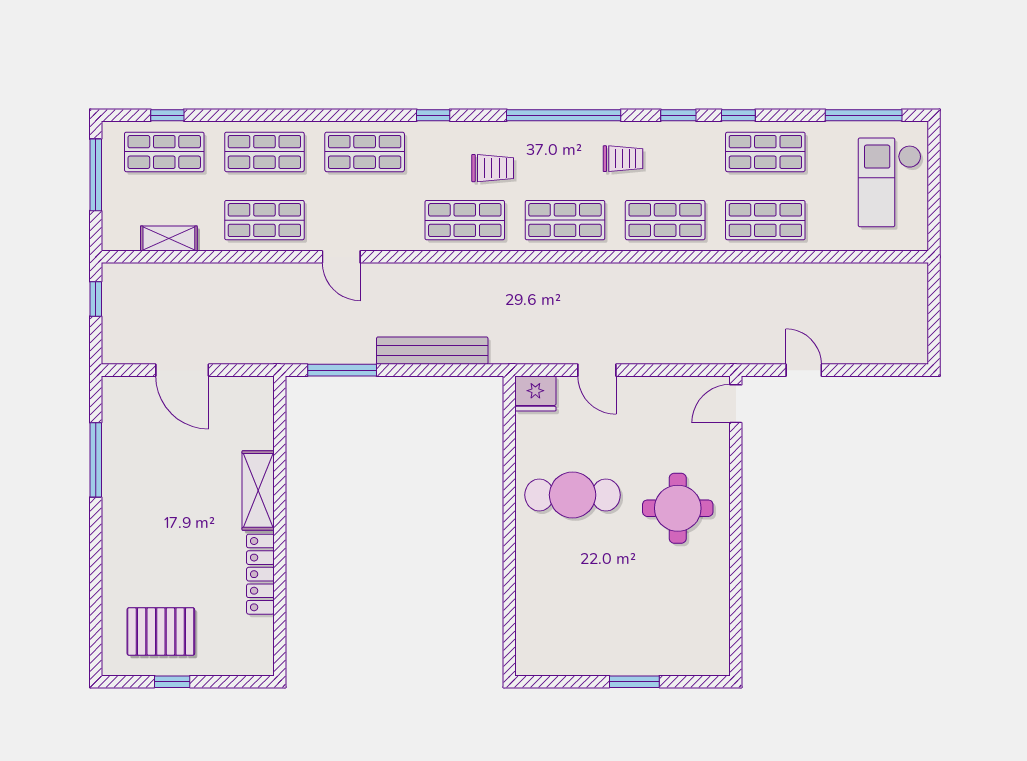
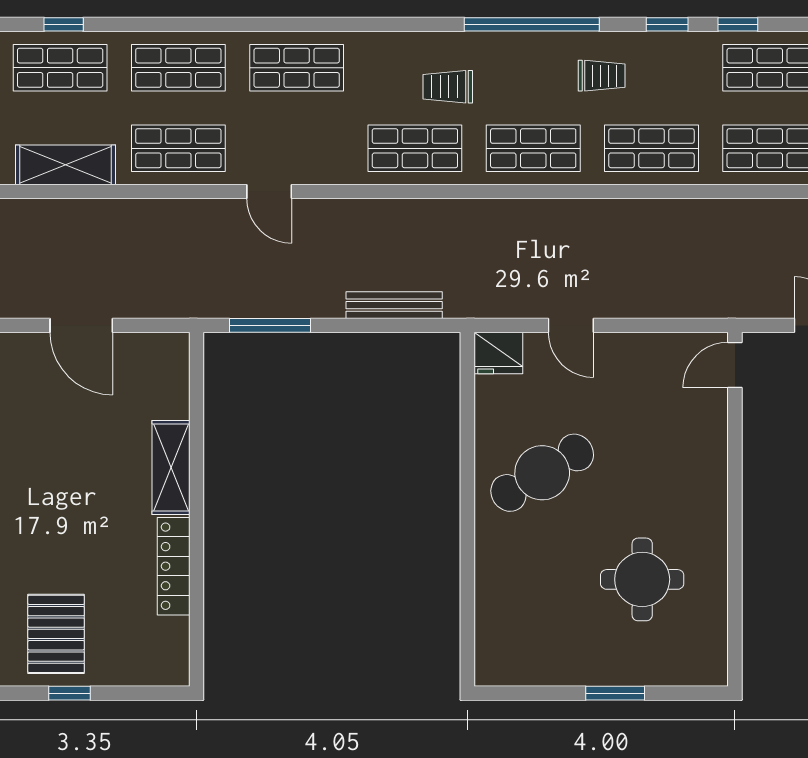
window: (433, 115) -> (378, 24), removed
trolley: (493, 168) -> (448, 87), turned 180
shelving: (169, 238) -> (66, 165), width x1.50, depth x1.33
bench: (432, 351) -> (394, 305), width x0.73, depth x0.82
cafe table: (573, 495) -> (542, 473), turned -31
round table: (678, 508) -> (642, 579), moved
pallet: (161, 631) -> (56, 634), turned 90

